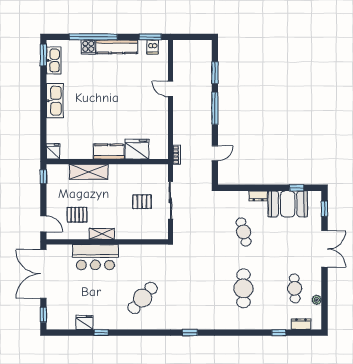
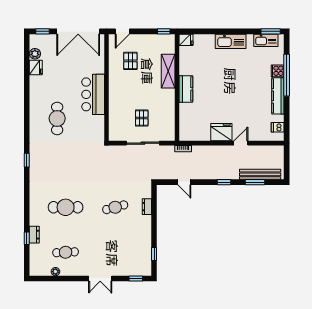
window: (150, 37) -> (287, 125), removed
bench: (206, 67) -> (260, 174), added
window: (215, 108) -> (224, 182), width x0.46
fridge: (137, 149) -> (221, 132), moved, turned -90
dresser: (258, 196) -> (147, 207), moved
booth: (288, 204) -> (140, 246), removed
shelving: (102, 234) -> (113, 83), removed
double door: (324, 249) -> (100, 278), width x0.73
bar counter: (95, 257) -> (93, 94), moved
double door: (43, 274) -> (78, 31), swing flipped
cafe table: (143, 298) -> (57, 118), turned 49
plant: (69, 323) -> (35, 54), added
dresser: (301, 324) -> (34, 235), moved
window: (101, 333) -> (27, 82), removed

